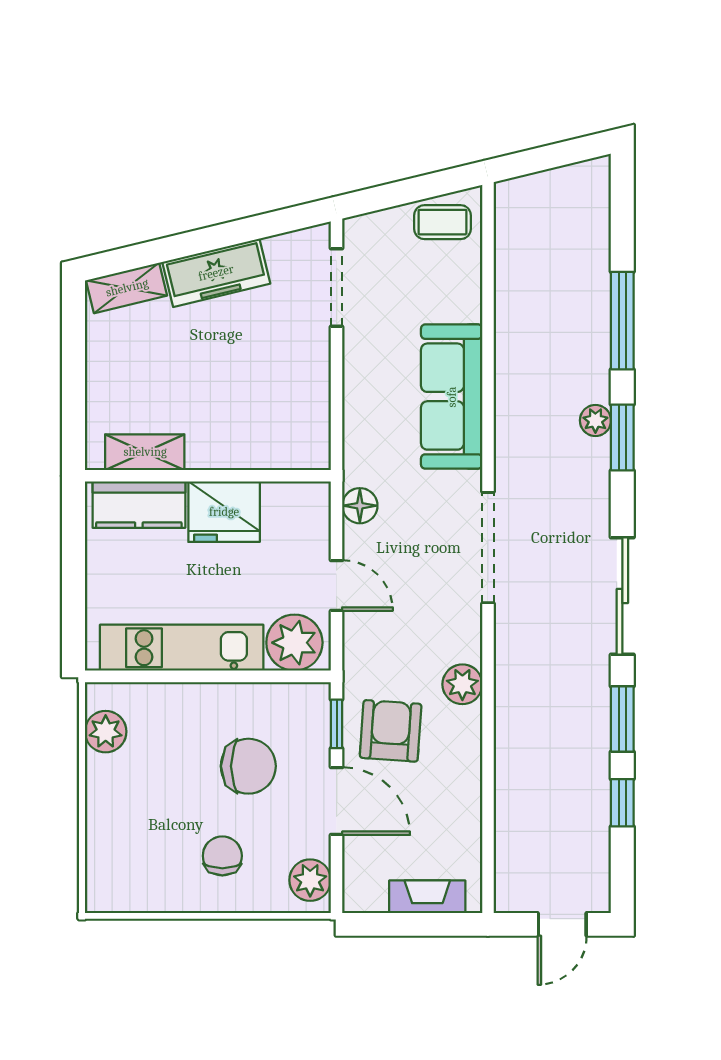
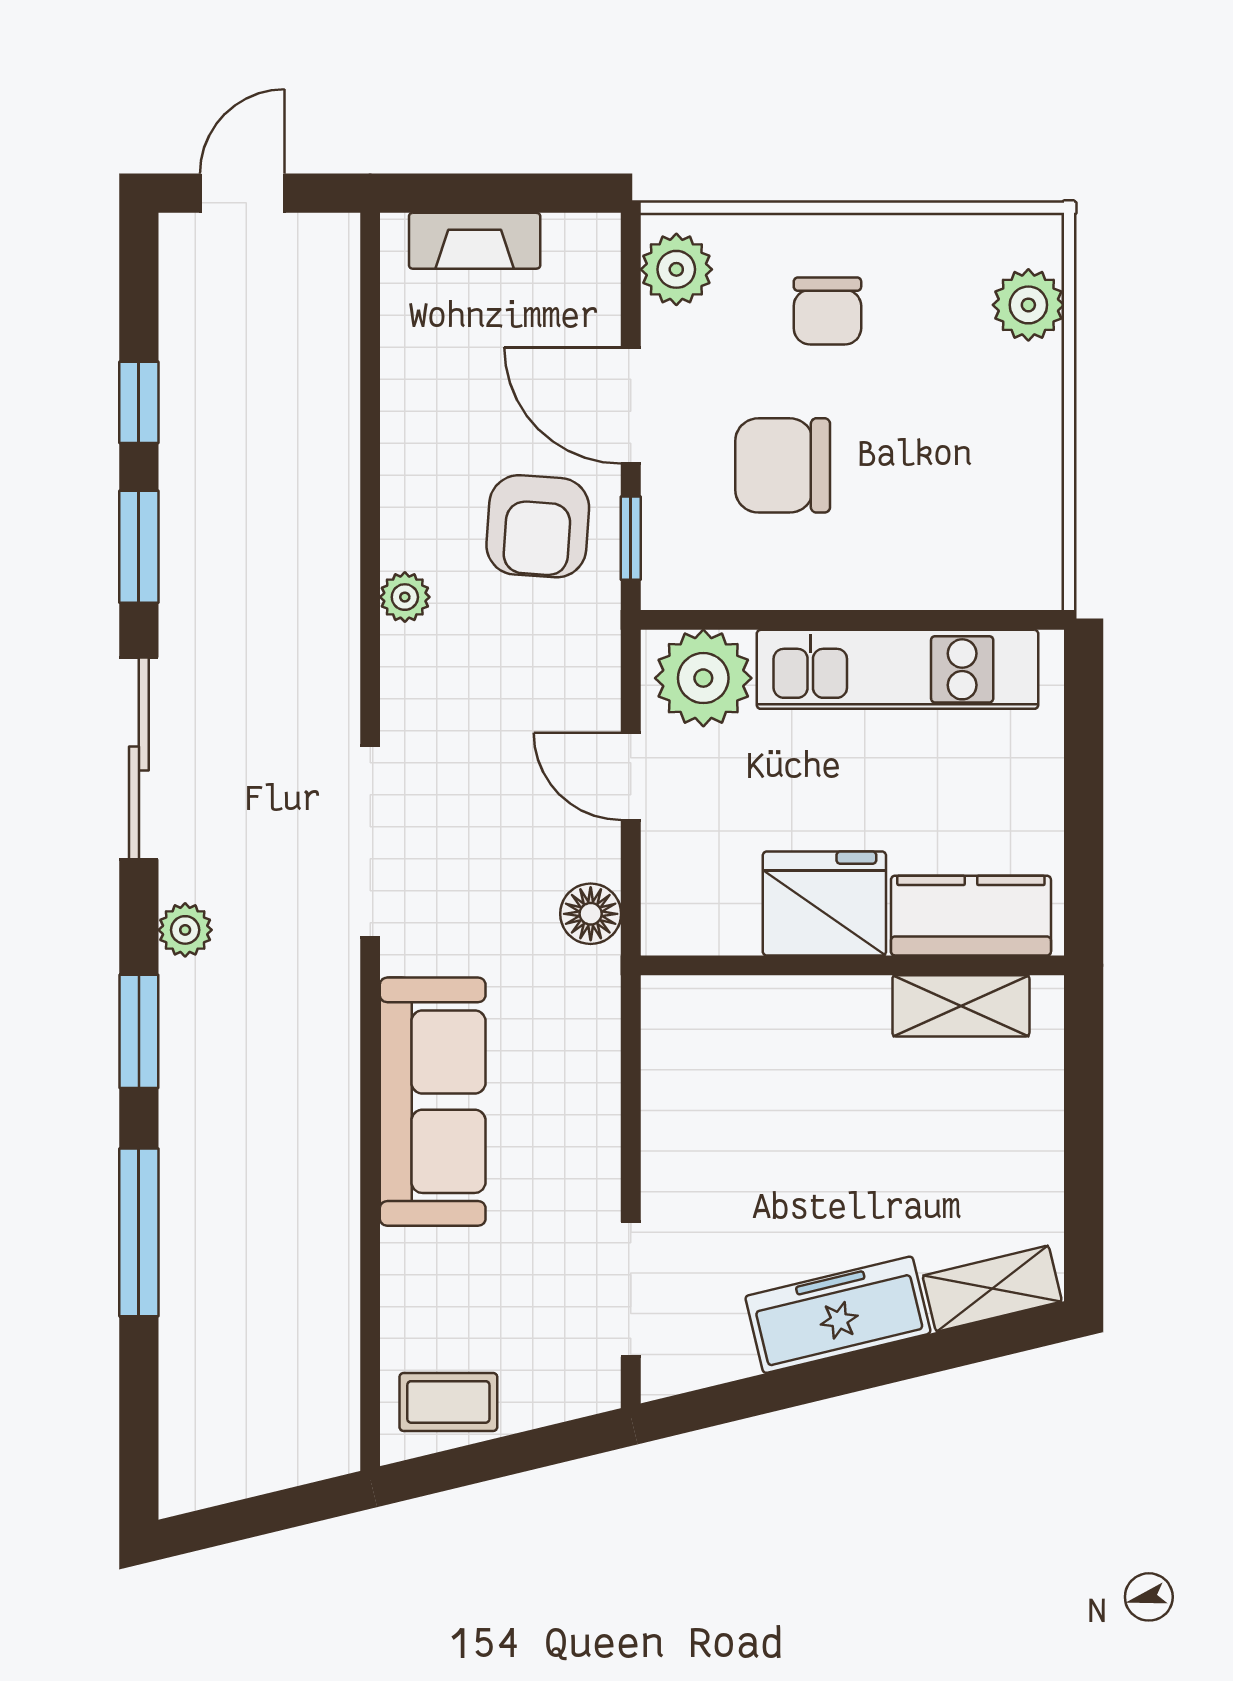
plant: (595, 420) -> (185, 930), moved
plant: (462, 684) -> (405, 597), width x0.73, depth x0.73
plant: (106, 732) -> (1028, 305), moved

